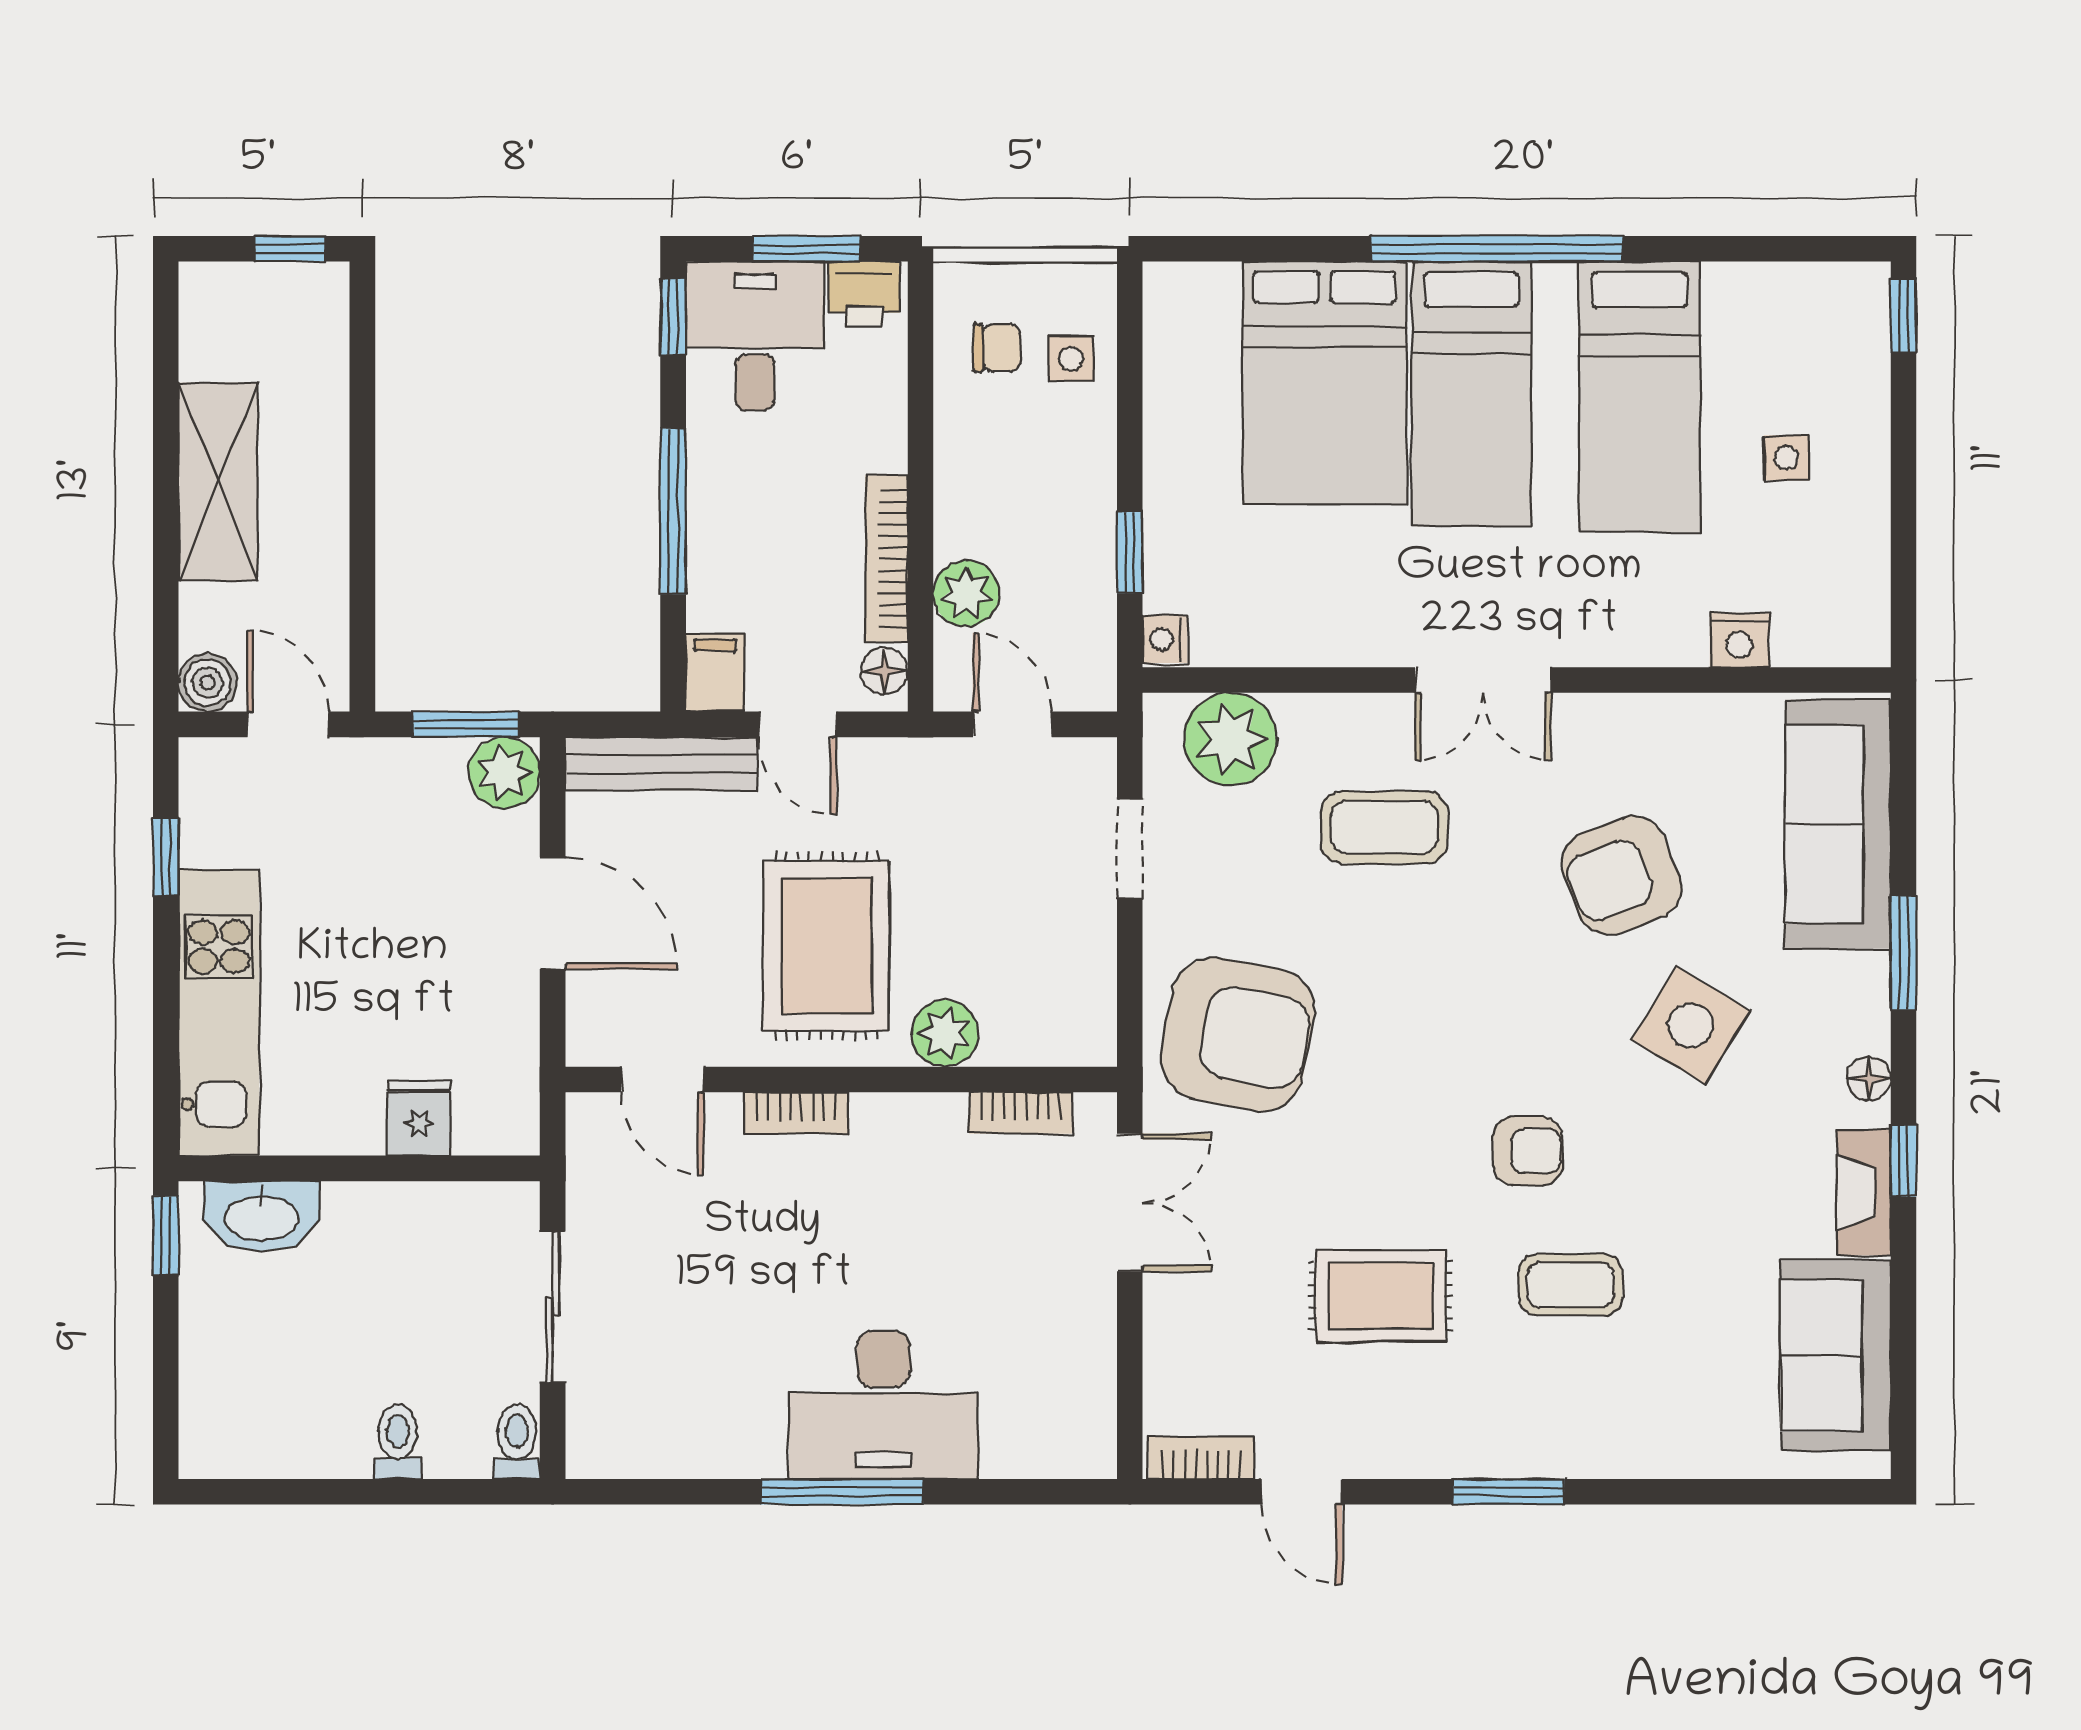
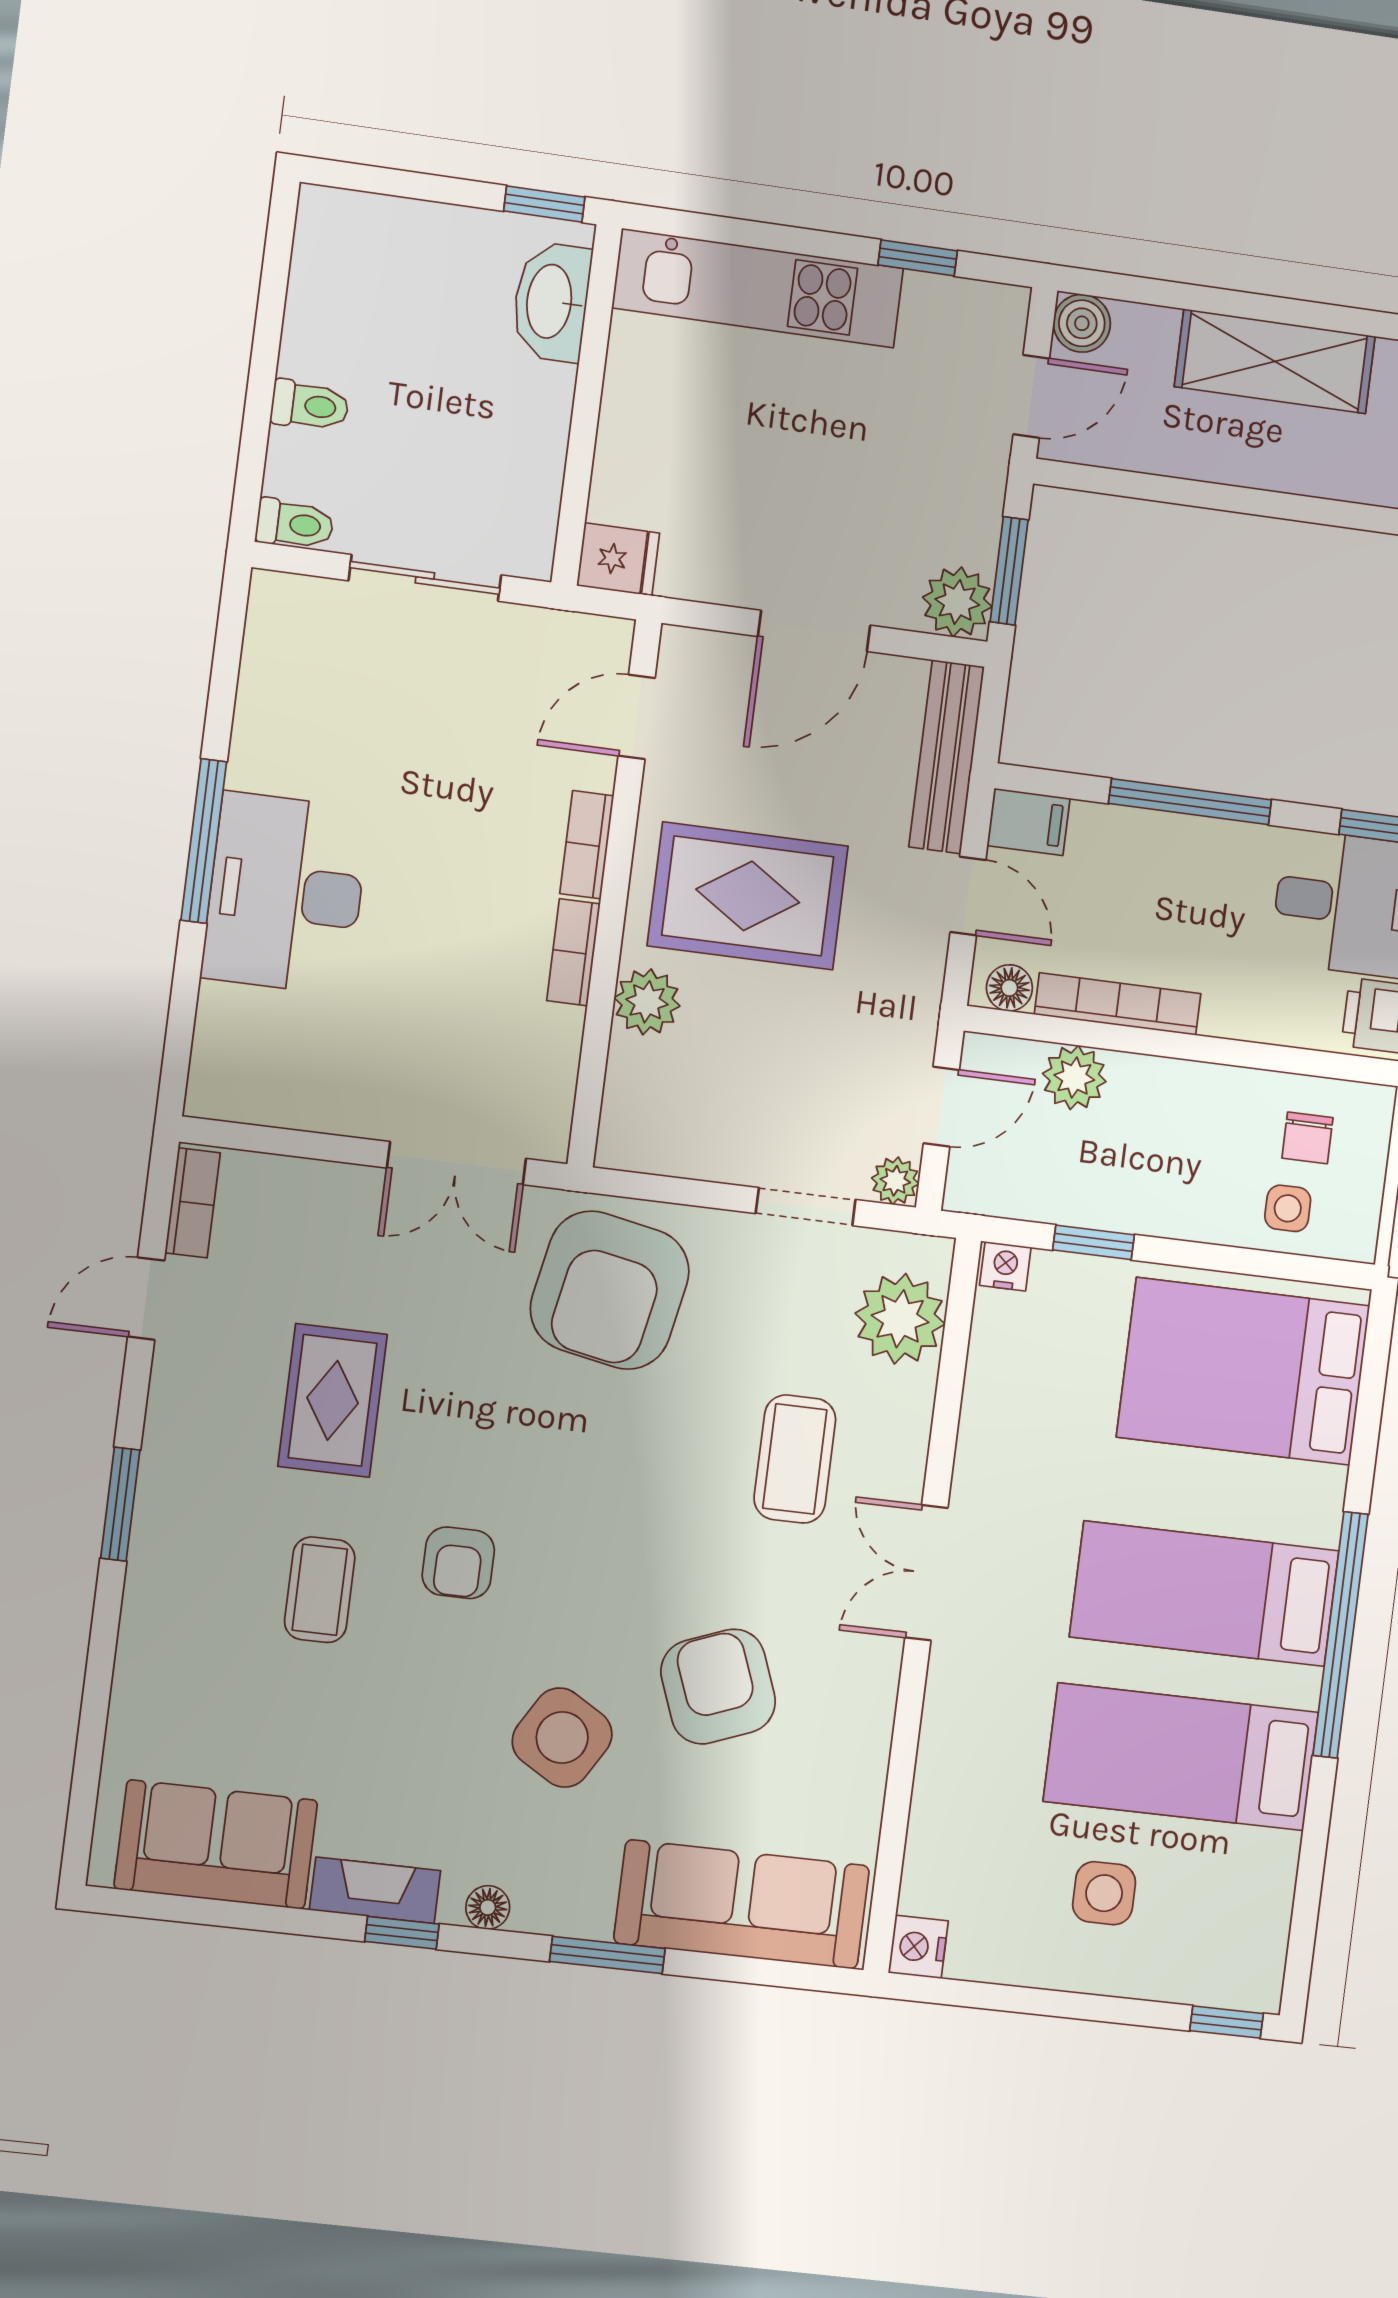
bed: (1325, 383) -> (1243, 1371), moved
side table: (1786, 458) -> (1104, 1893), width x1.37, depth x1.37
nightstand: (1739, 640) -> (918, 1947), moved
door: (798, 724) -> (968, 896), swing flipped
plant: (1093, 761) -> (895, 1181), added
bookcase: (1021, 1113) -> (573, 952), moved
fridge: (419, 1118) -> (618, 559), moved

